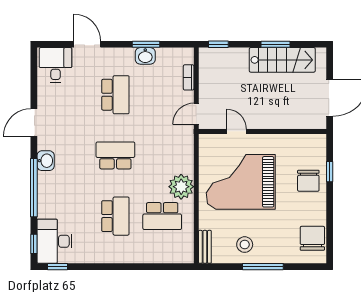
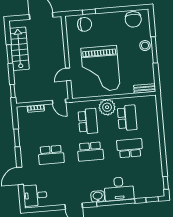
washbasin: (145, 56) -> (24, 138), removed
school desk: (115, 95) -> (51, 155), turned 180
school desk: (115, 155) -> (90, 152), turned -90
school desk: (162, 155) -> (88, 121), added
chair: (308, 181) -> (85, 24), moved
chair: (312, 238) -> (133, 19), turned -90
desk: (54, 241) -> (119, 189), moved
stool: (245, 245) -> (145, 46), moved

